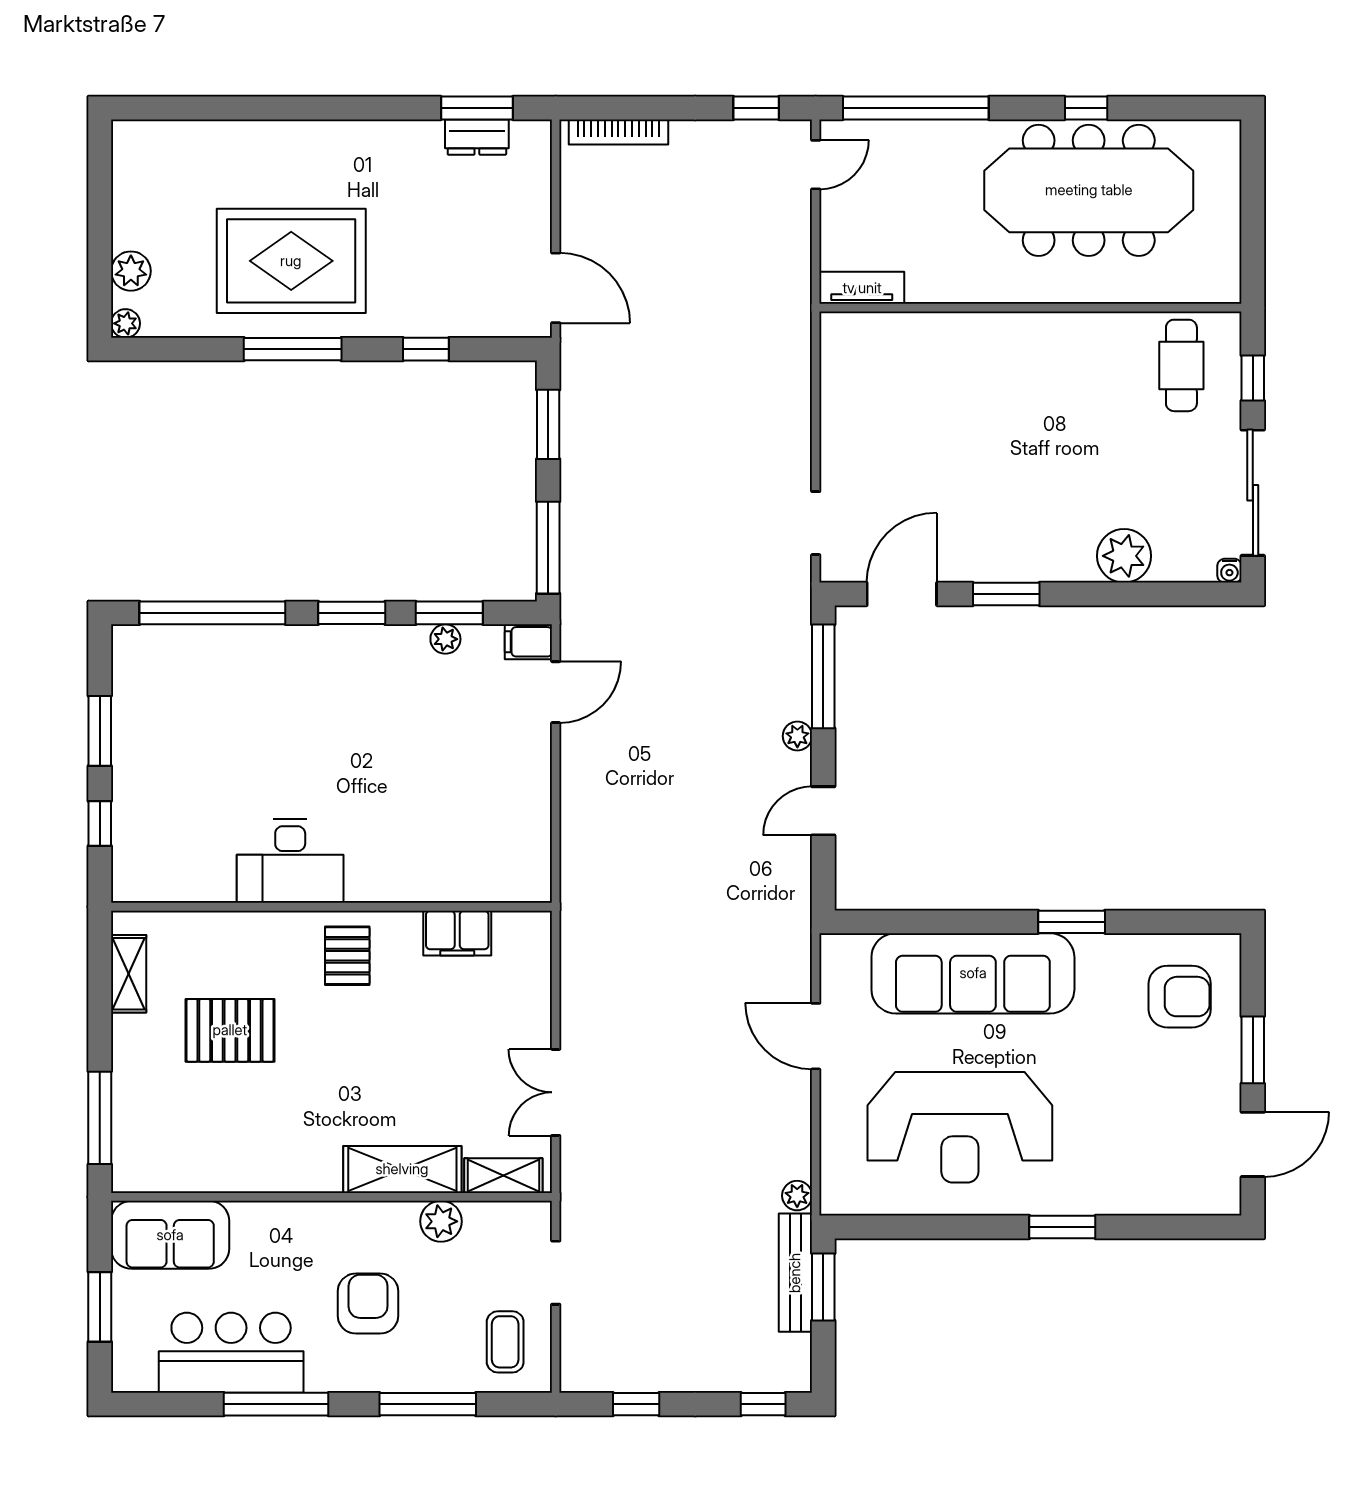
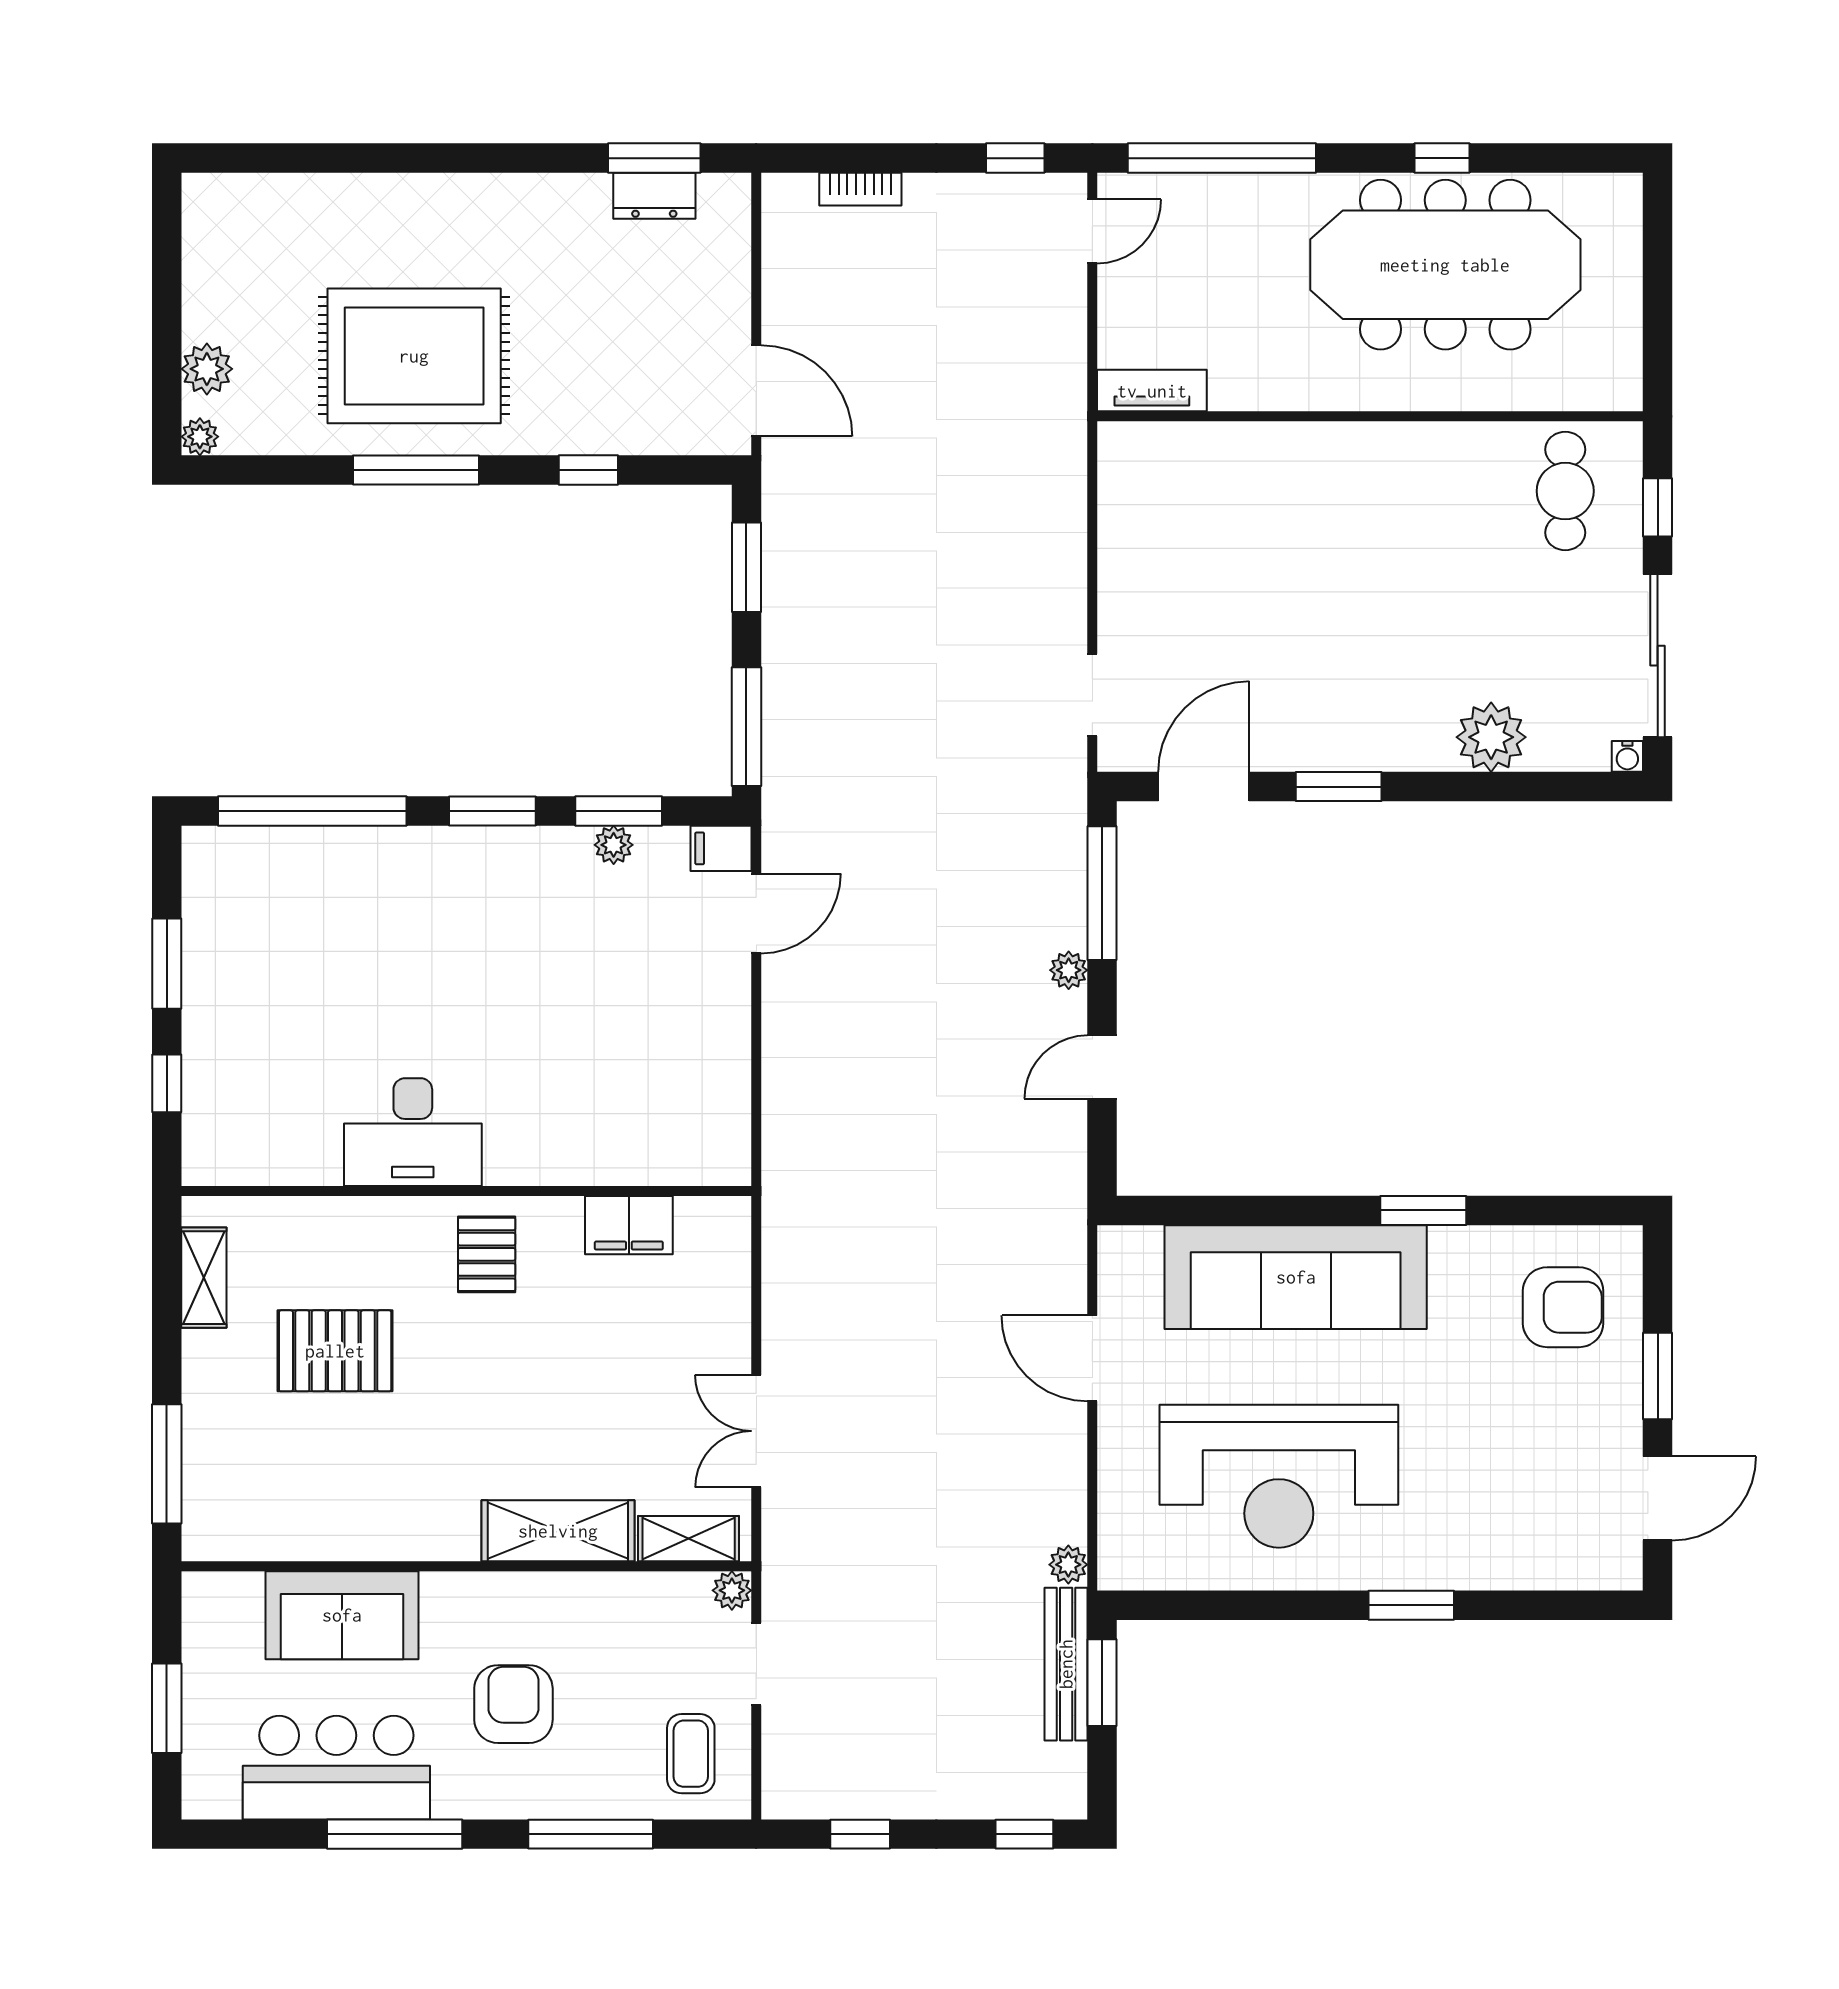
bookcase: (618, 132) -> (860, 189), width x0.64
plant: (441, 1221) -> (732, 1590), moved, width x0.73, depth x0.73
sofa: (170, 1235) -> (342, 1615), moved

